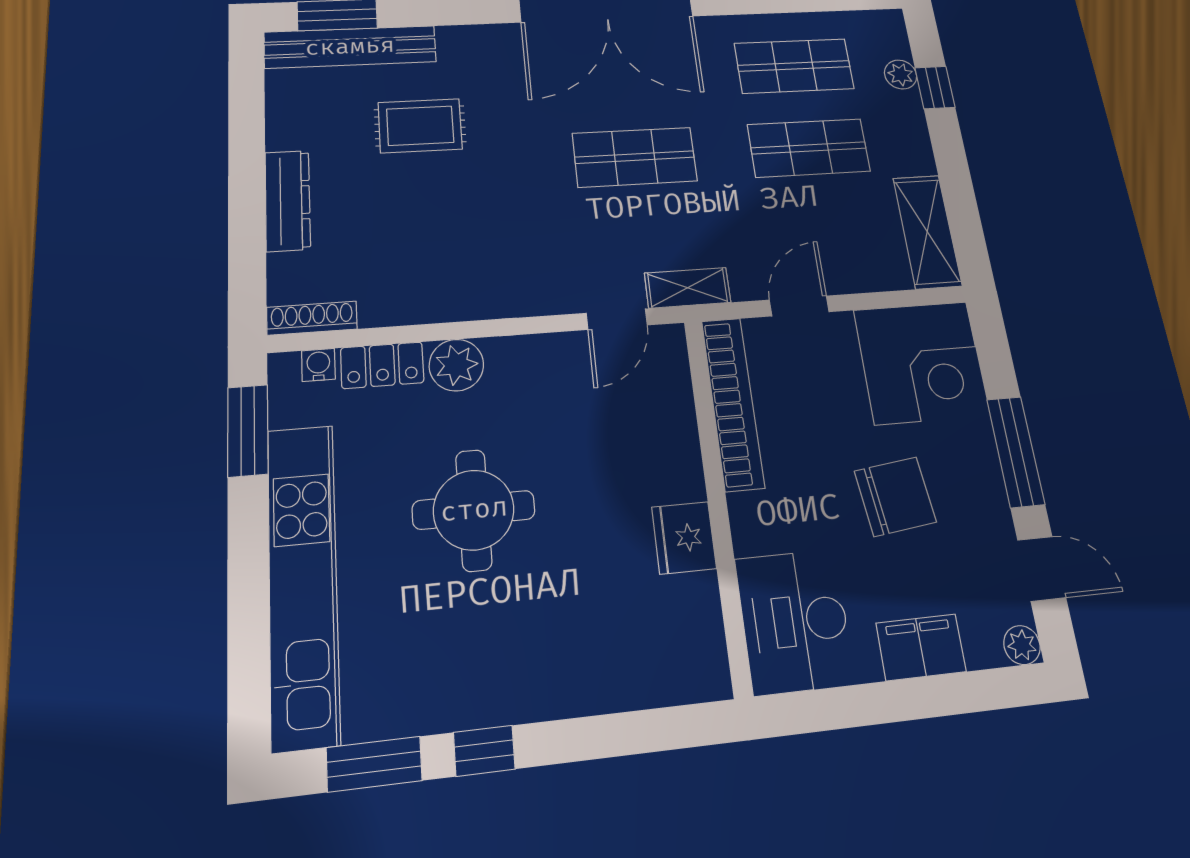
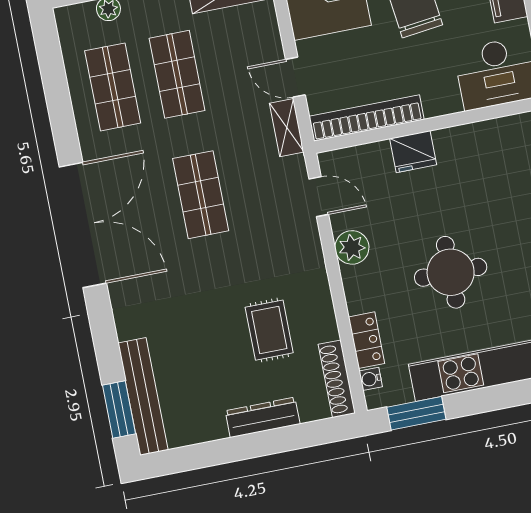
rug: (420, 126) -> (269, 330), moved
shelving: (688, 288) -> (287, 128), moved
shoe rack: (312, 318) -> (337, 379), width x1.36, depth x1.24
plant: (456, 365) -> (352, 247), moved
fridge: (684, 538) -> (413, 152), moved

